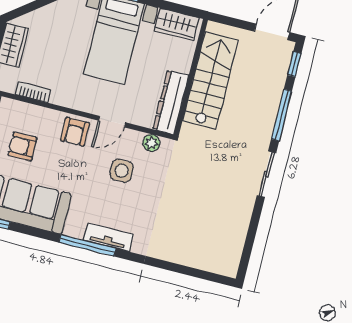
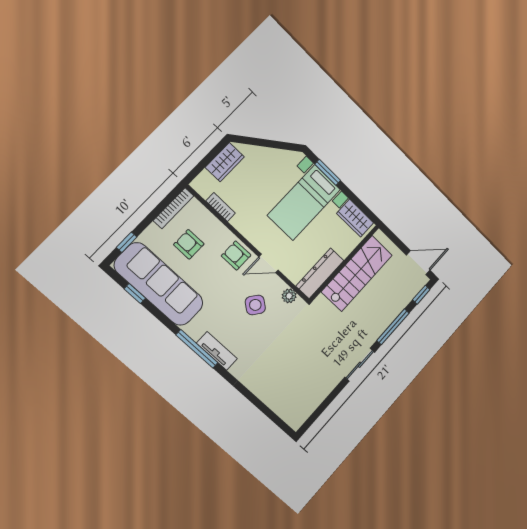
armchair: (75, 132) -> (236, 256), turned 90
side table: (122, 171) -> (255, 305), turned 38

